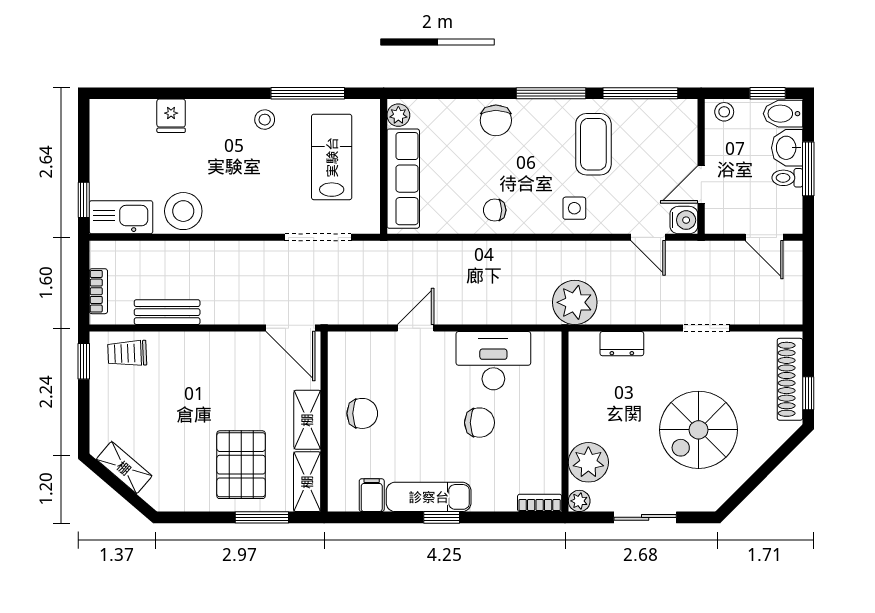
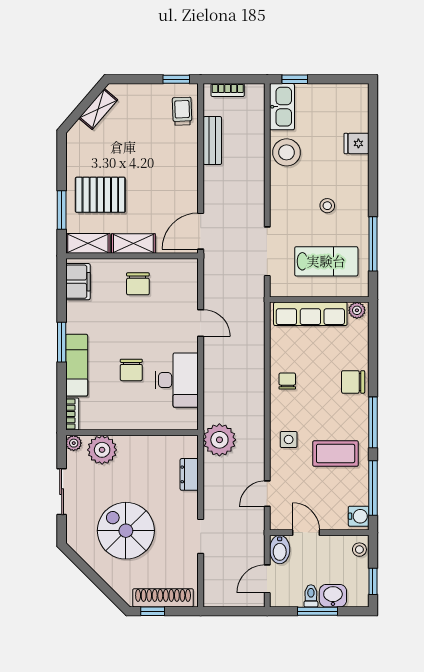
bidet: (783, 114) -> (280, 550), moved, turned 180
stool: (265, 120) -> (327, 206), moved
water cooler: (684, 220) -> (359, 516), moved, turned -90
filing cabinet: (372, 495) -> (78, 282), width x2.00
exam couch: (429, 497) -> (77, 365), moved
window: (442, 517) -> (62, 342), width x1.50

